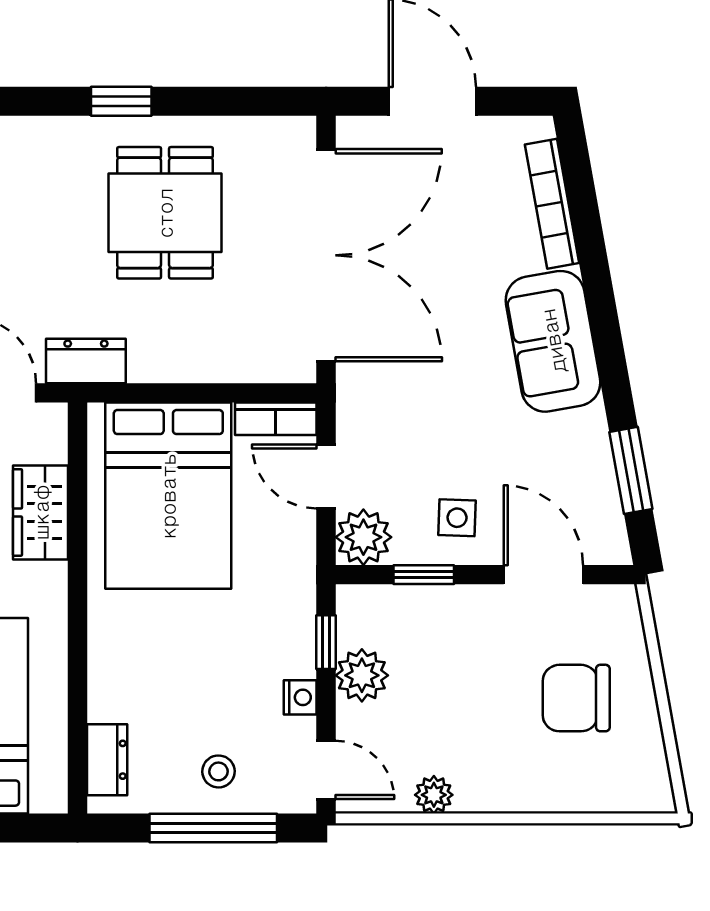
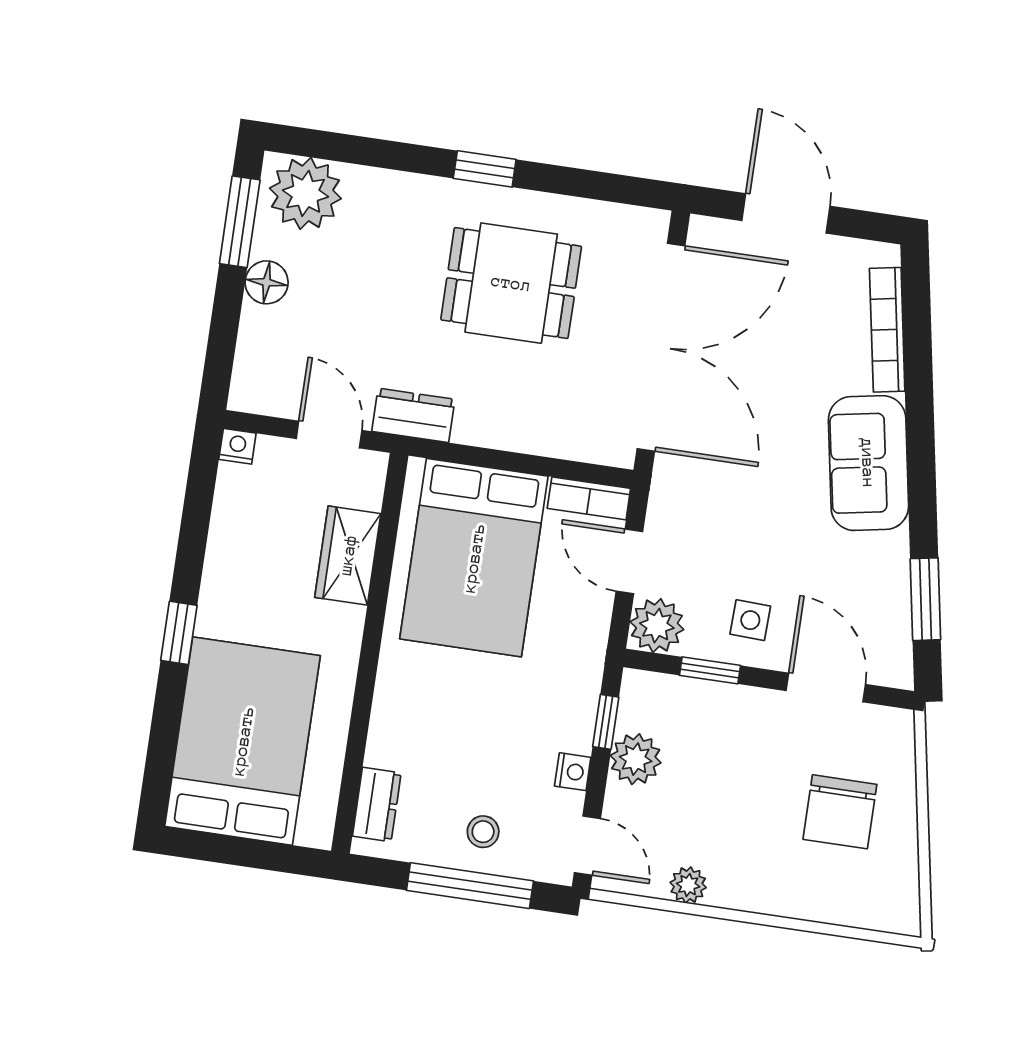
dining table: (165, 213) -> (511, 283), turned 90
chair: (576, 698) -> (840, 812), turned -90

